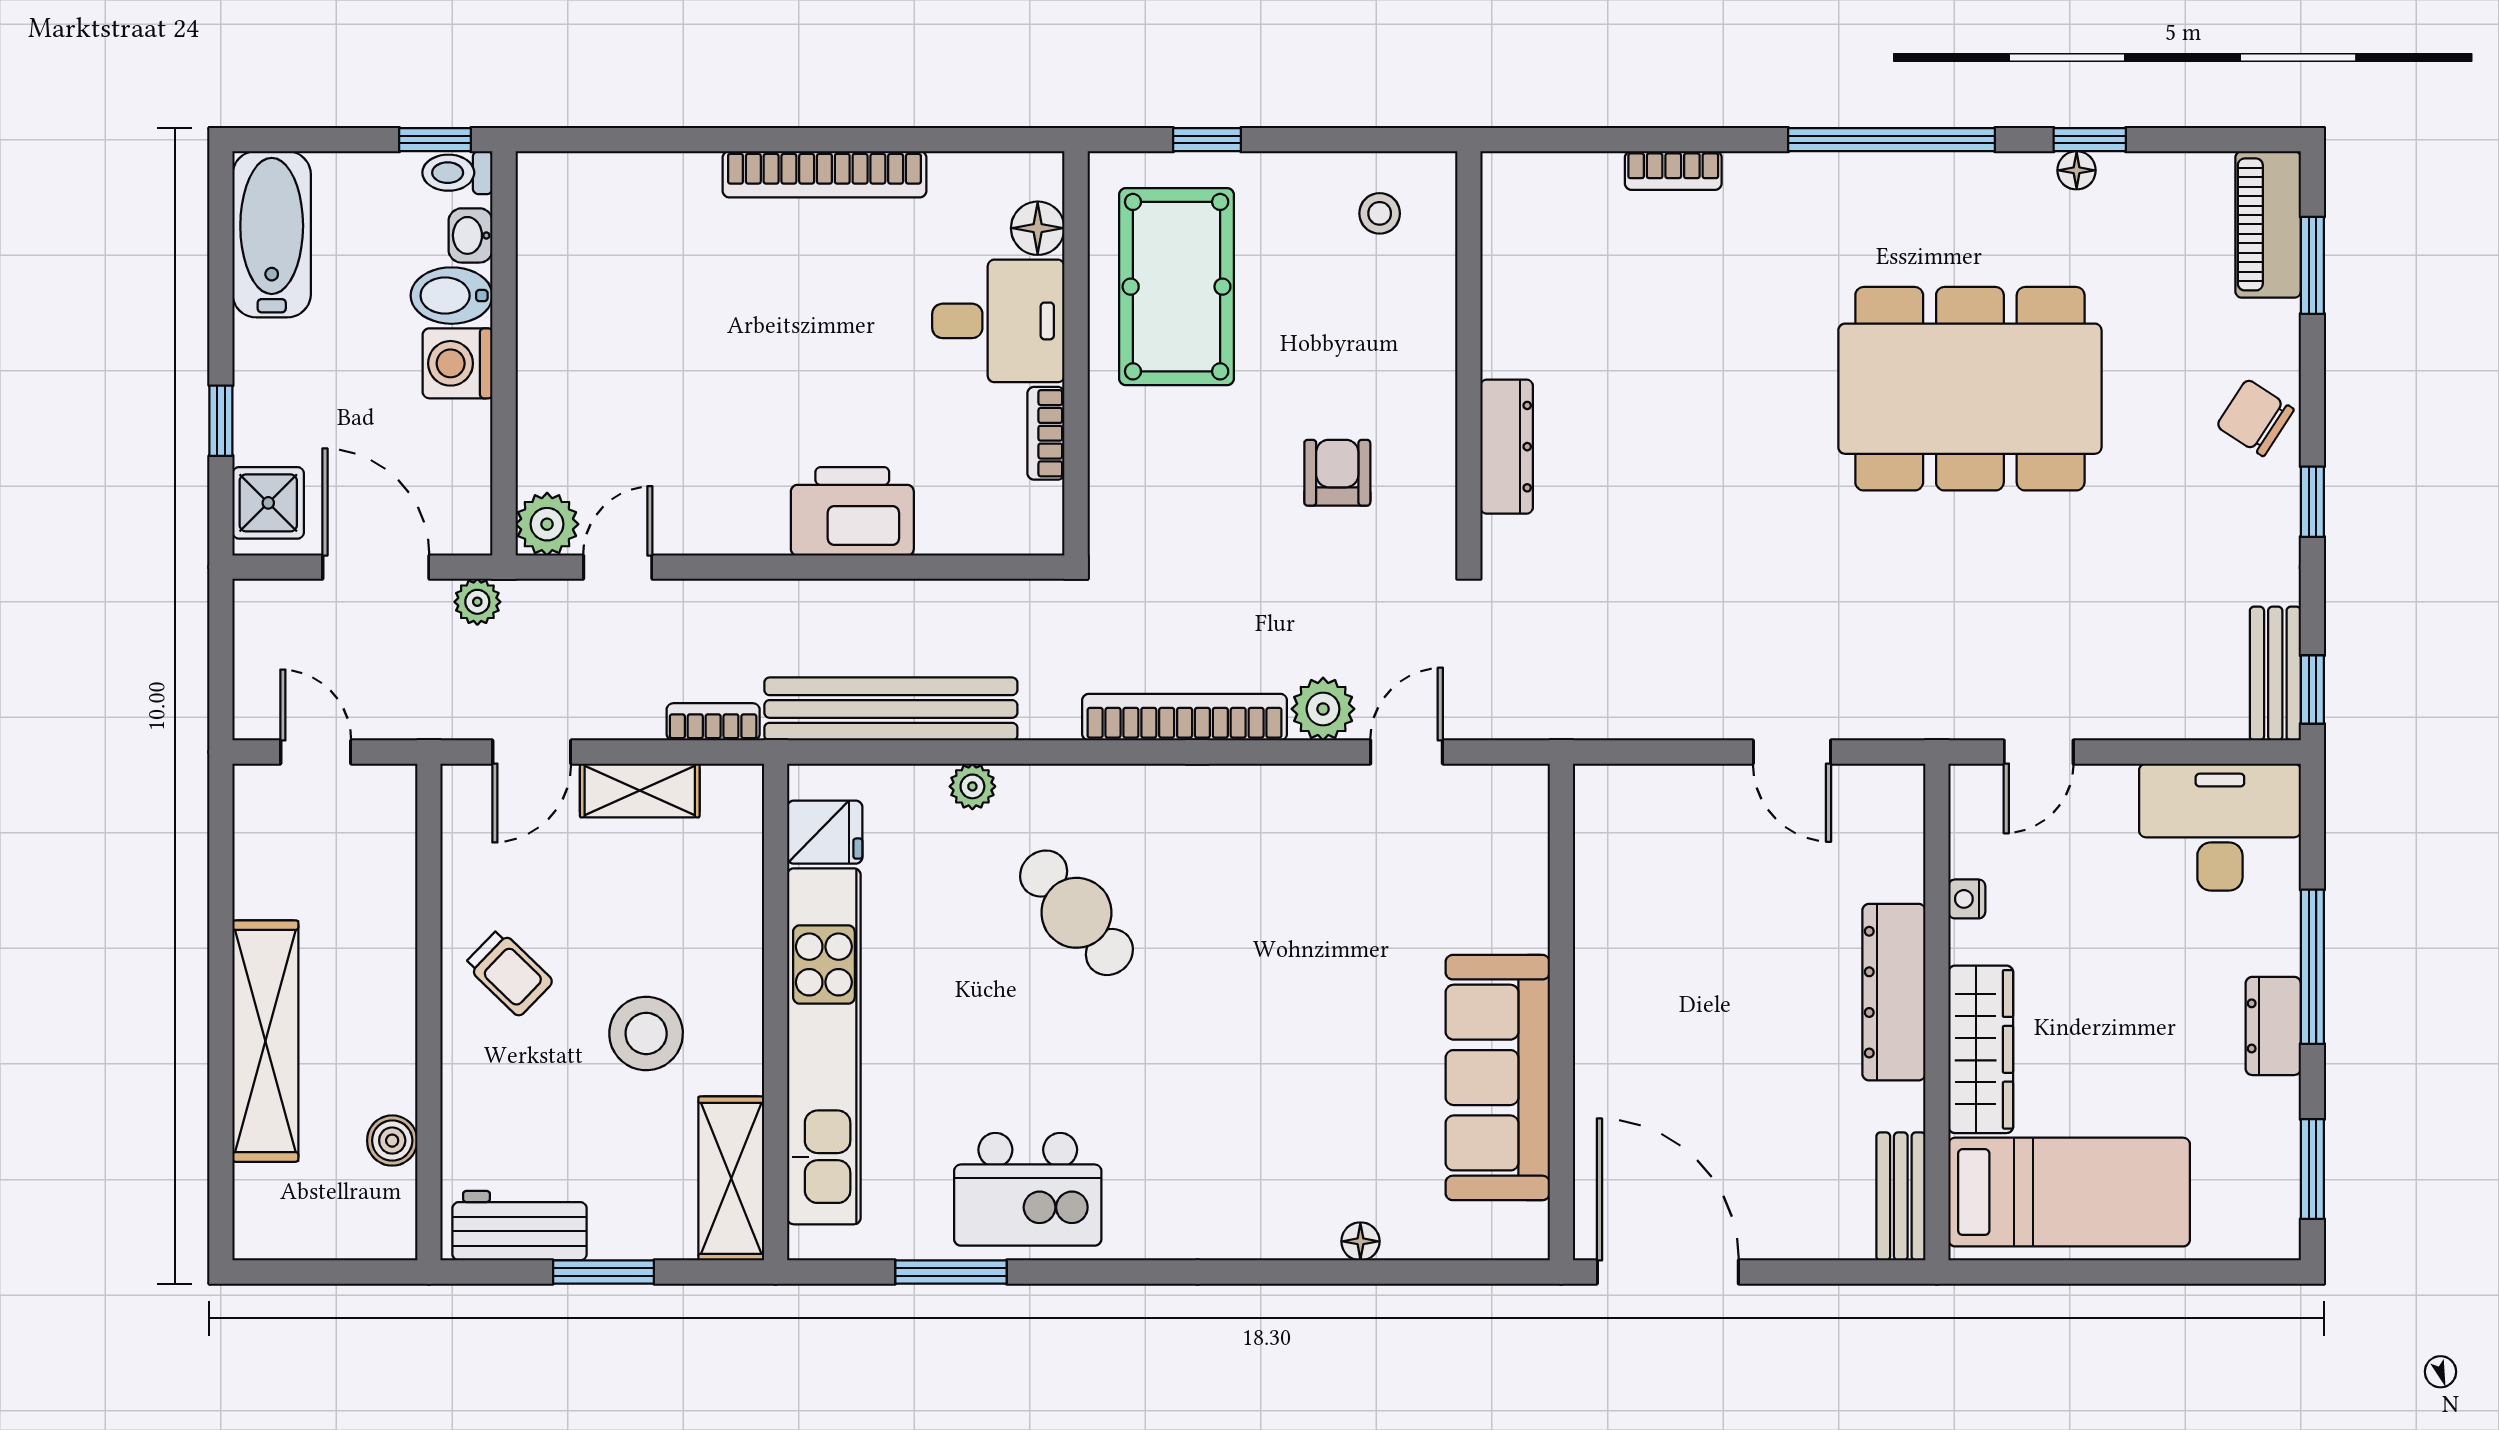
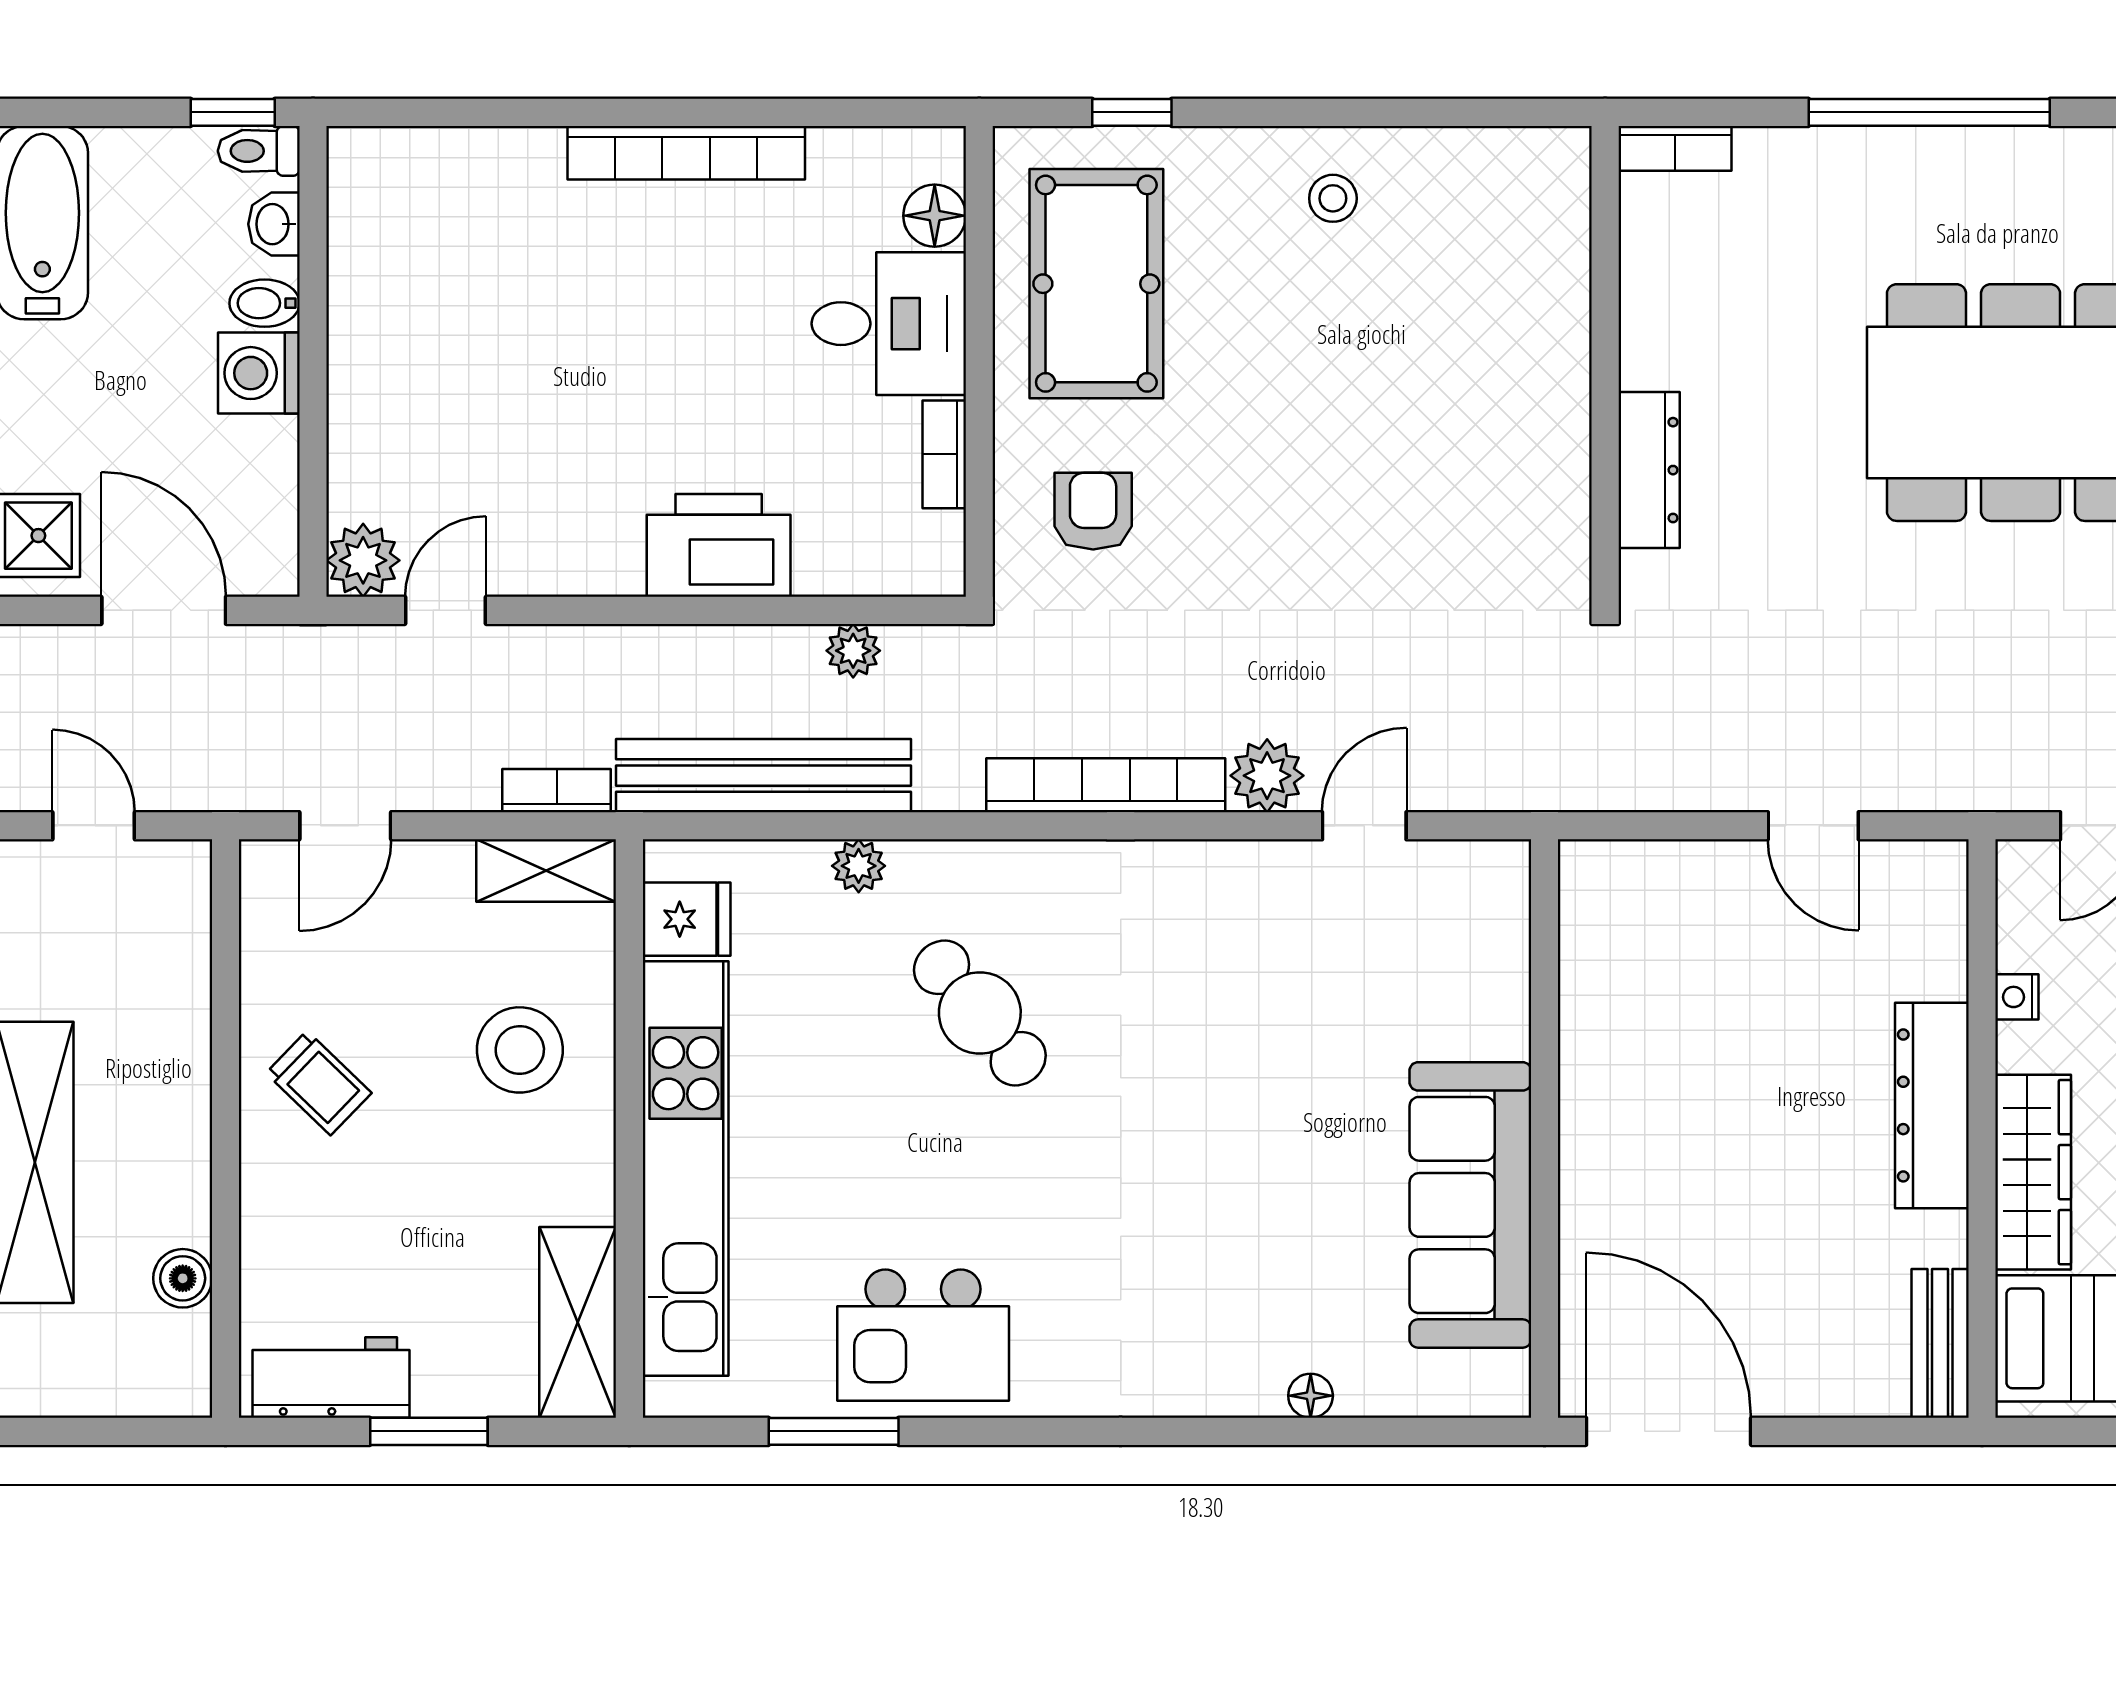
bidet: (452, 296) -> (265, 303), width x0.72, depth x0.74
wall: (1469, 353) -> (1605, 361), moved
dresser: (1507, 447) -> (1649, 470), moved
armchair: (1337, 473) -> (1093, 511), moved
plant: (477, 602) -> (853, 651), moved
shelving: (640, 790) -> (546, 871), moved
stool: (646, 1033) -> (520, 1050), moved

